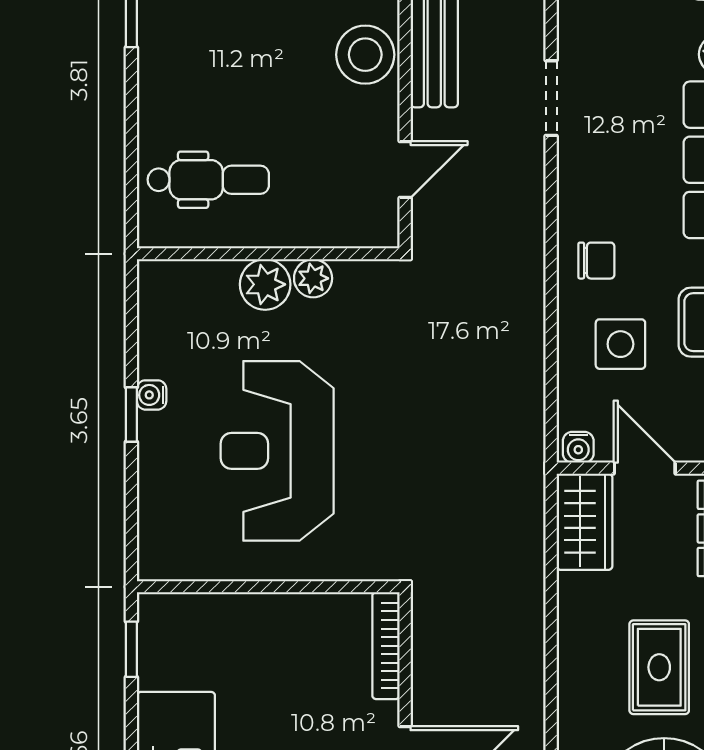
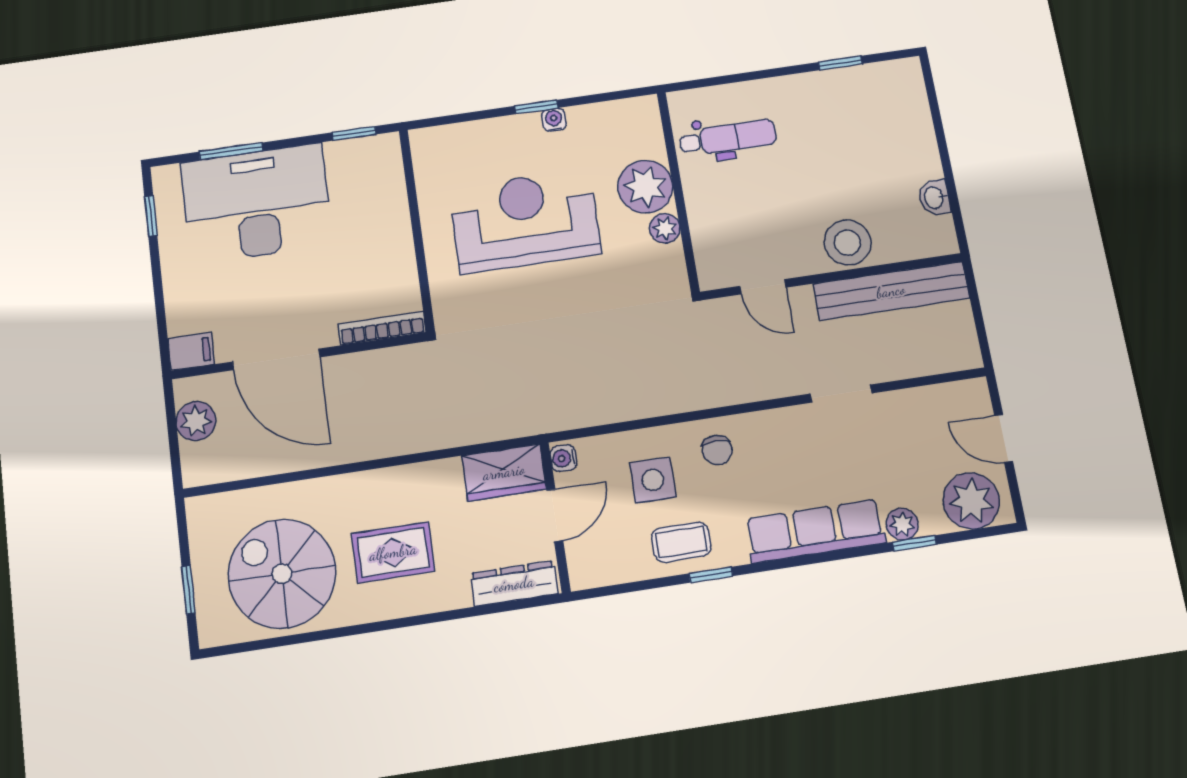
dental chair: (208, 180) -> (728, 138), turned -90
plant: (265, 284) -> (645, 187), width x1.36, depth x1.36

